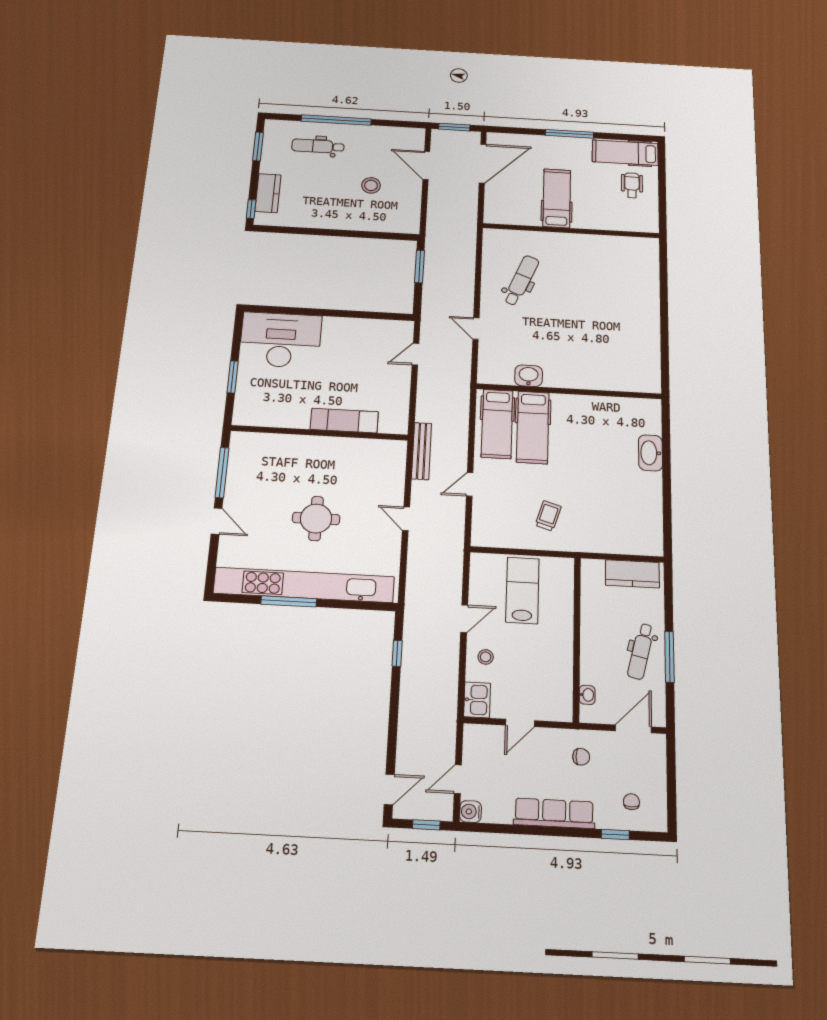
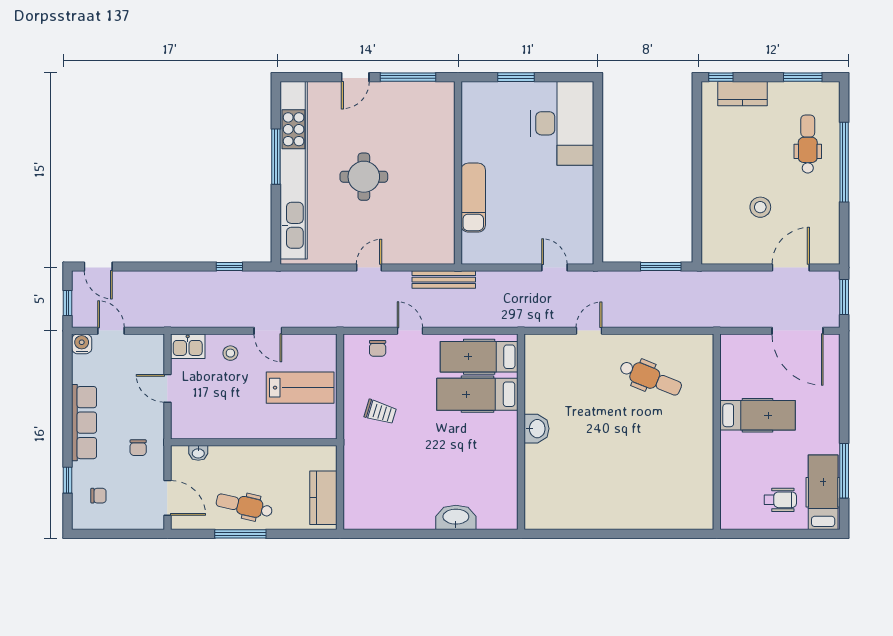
window: (569, 134) -> (844, 471), moved
washbasin: (529, 376) -> (537, 429), moved
chair: (486, 515) -> (378, 348), added

